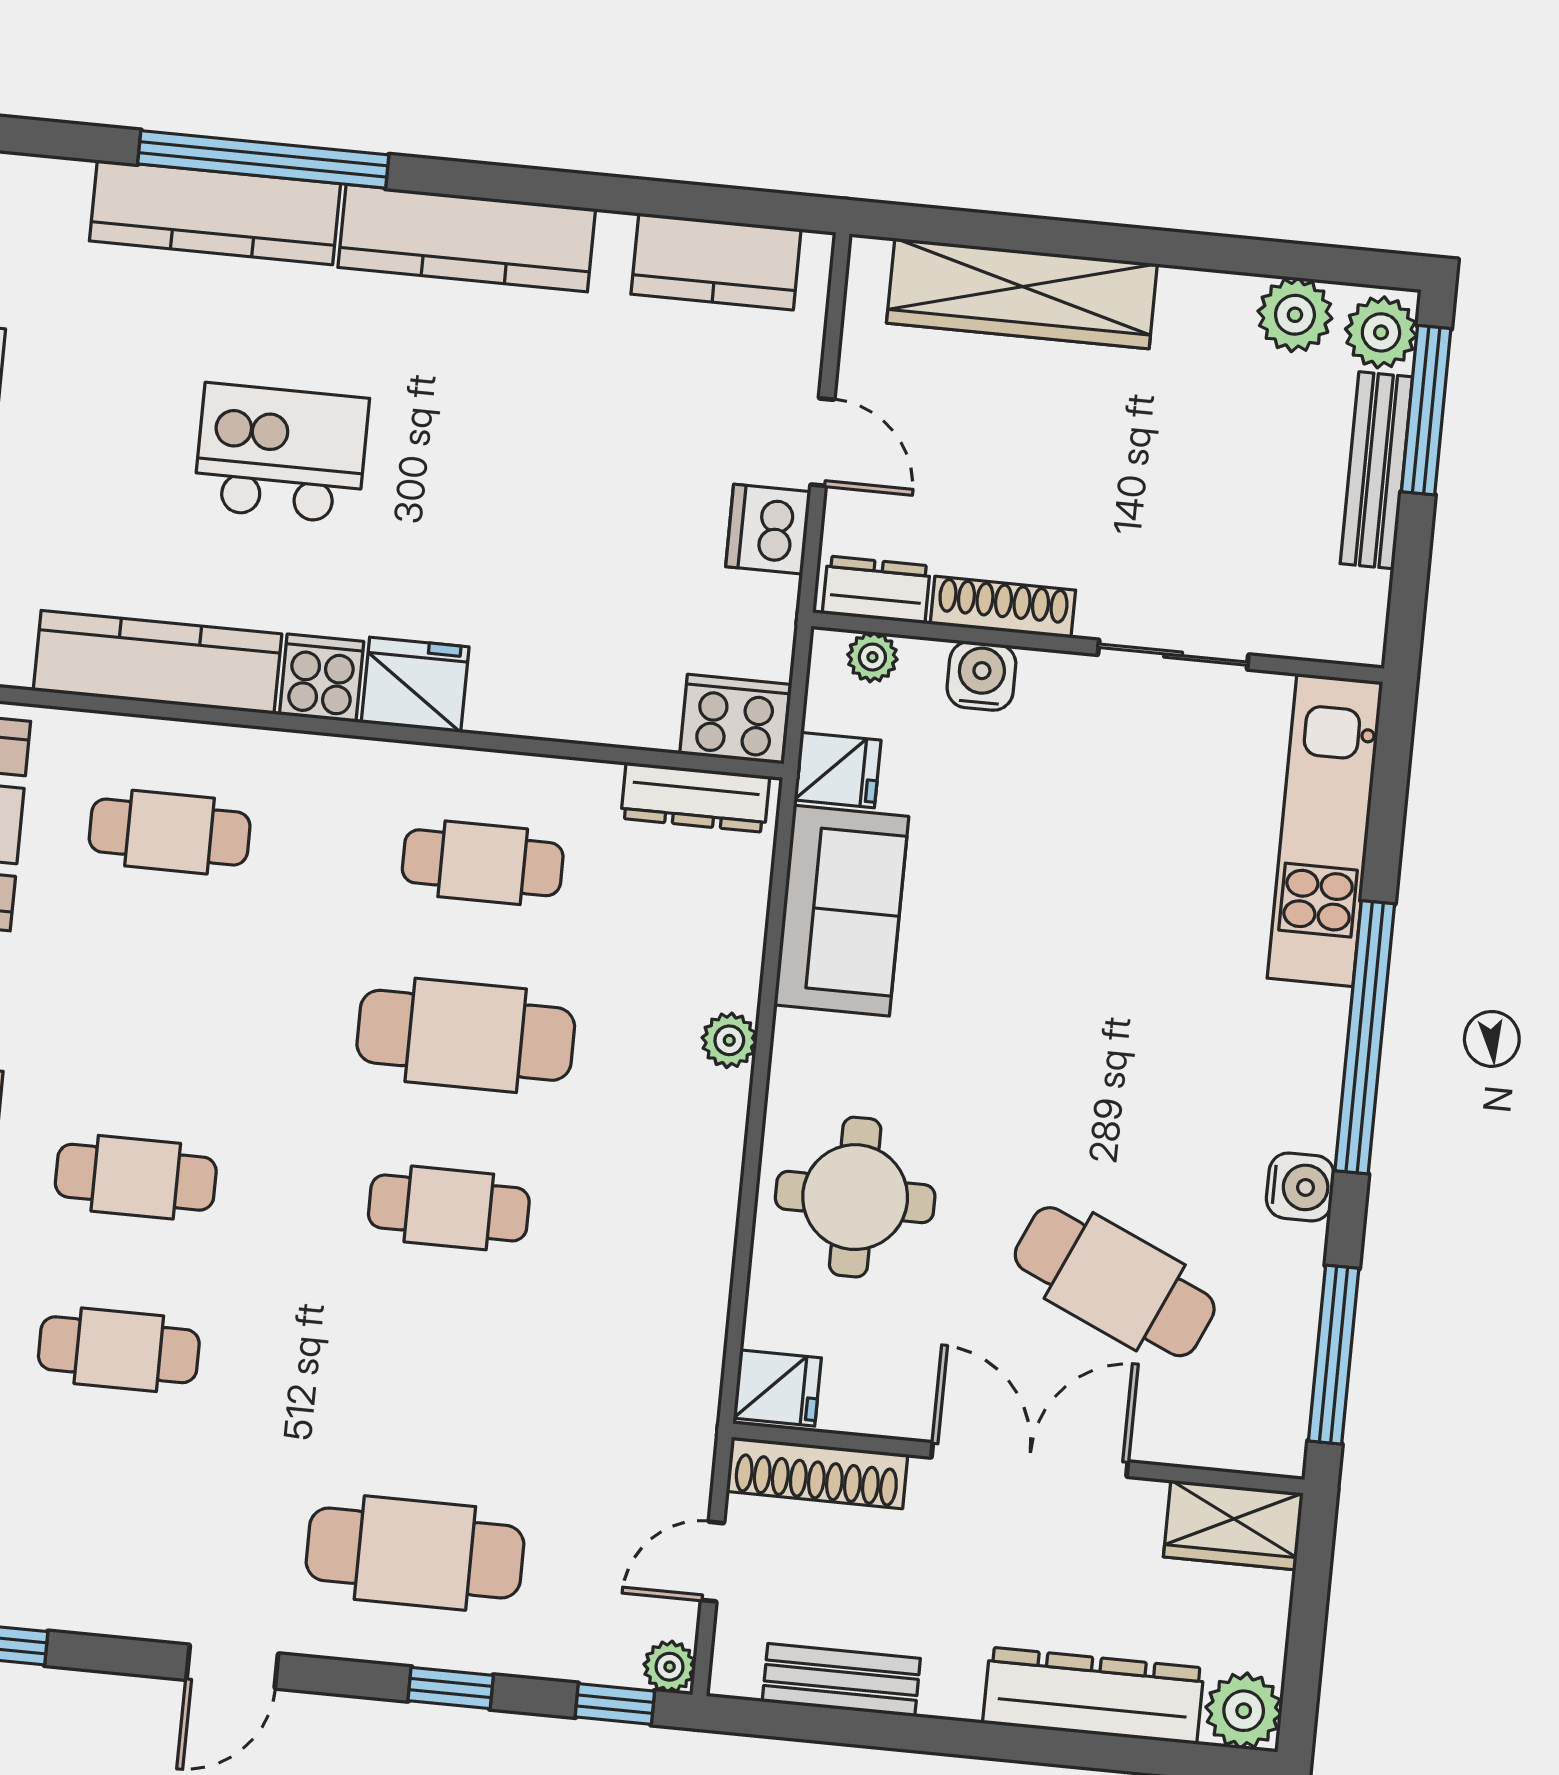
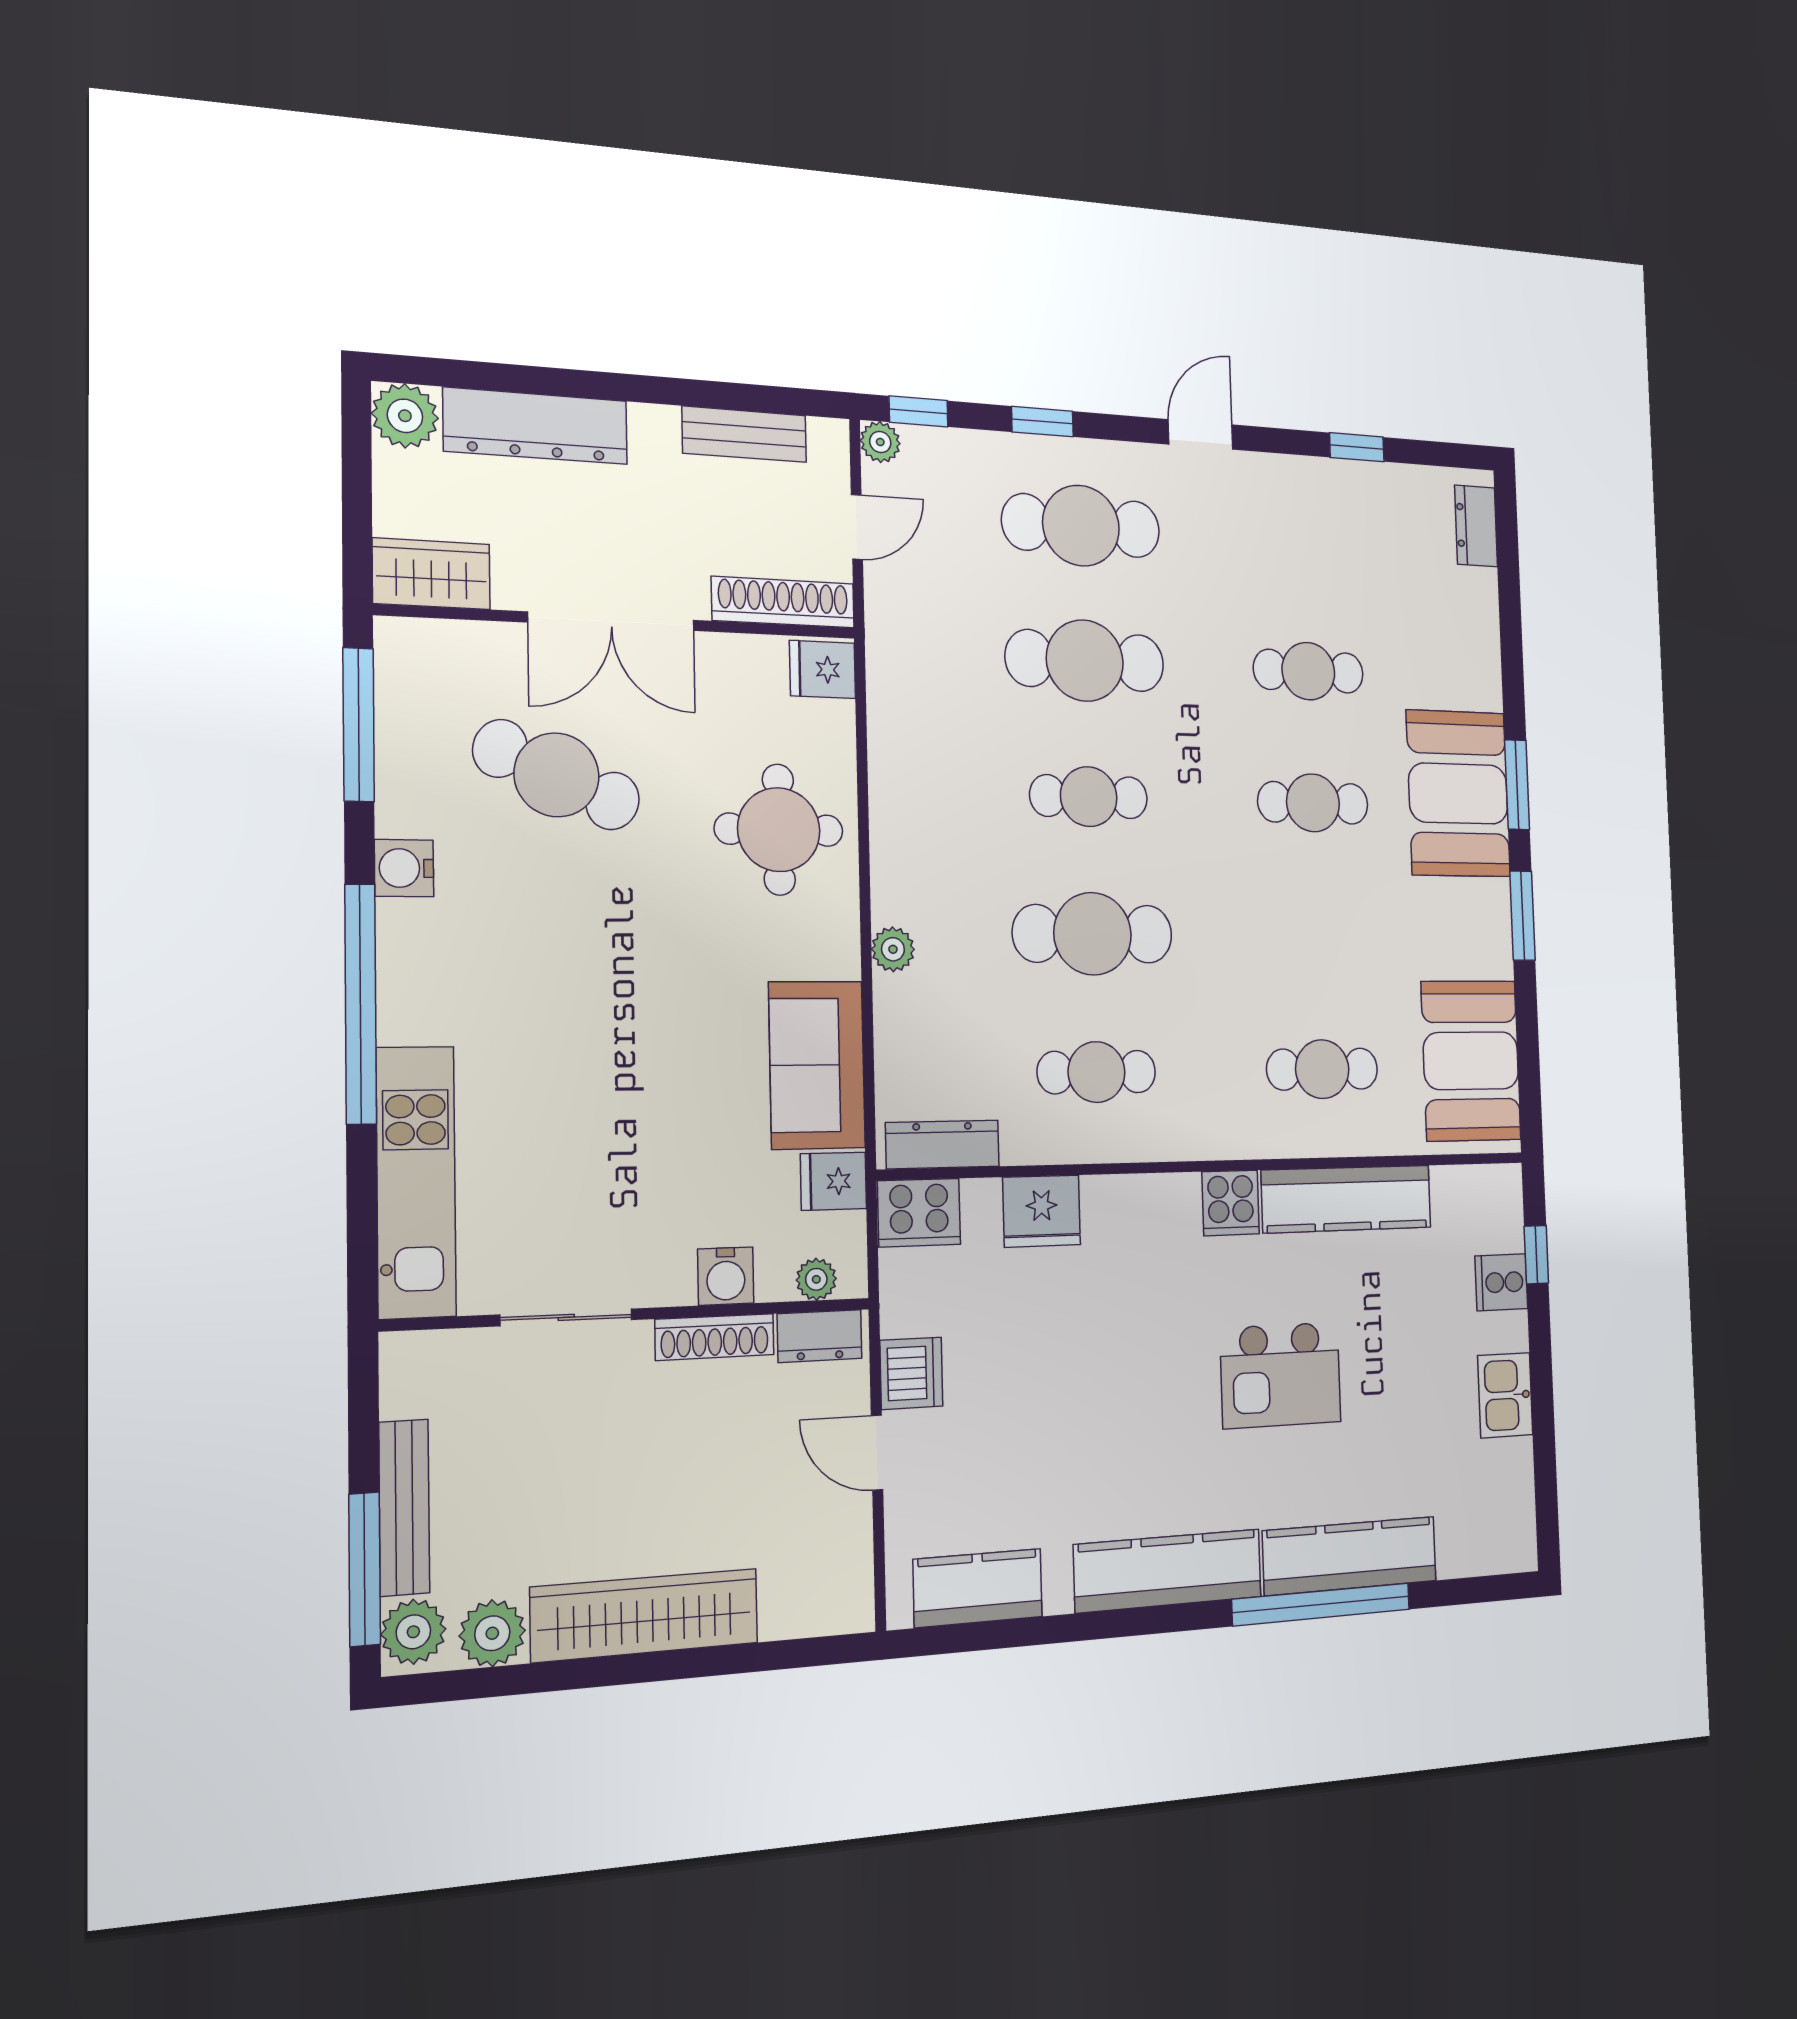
wardrobe: (1022, 293) -> (645, 1615), moved
fridge: (415, 685) -> (1042, 1211), moved
cafe table: (432, 1380) -> (1085, 661), added

